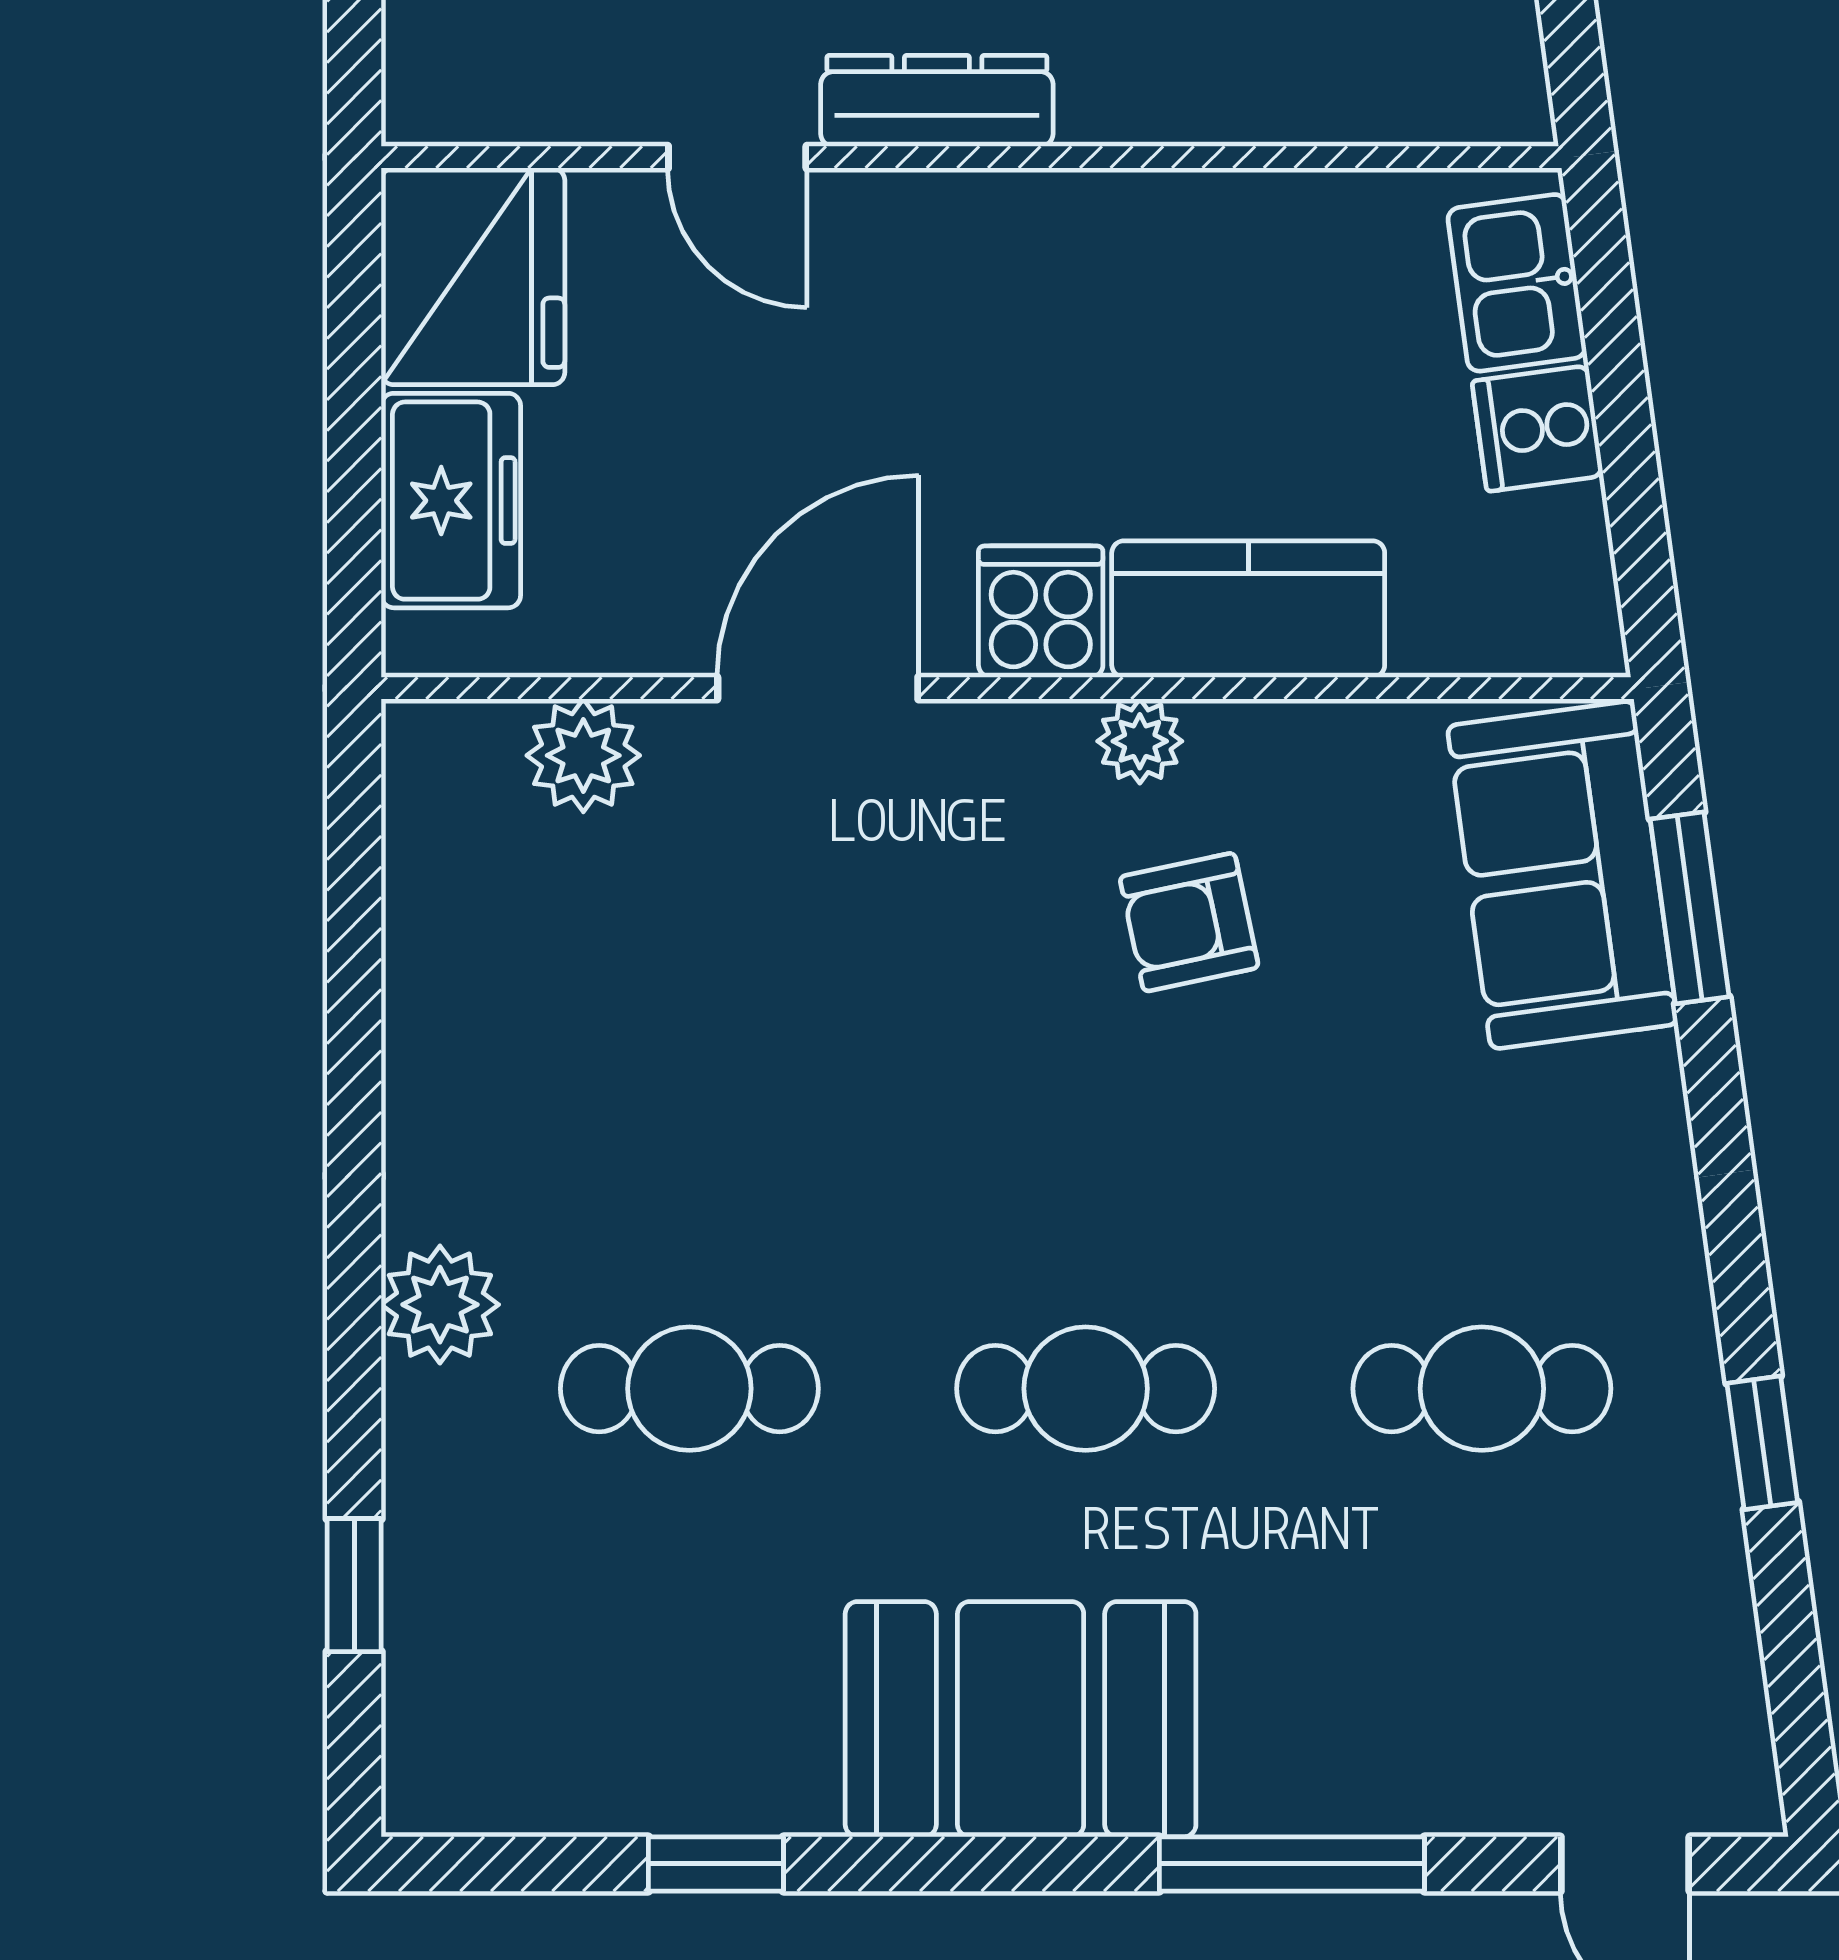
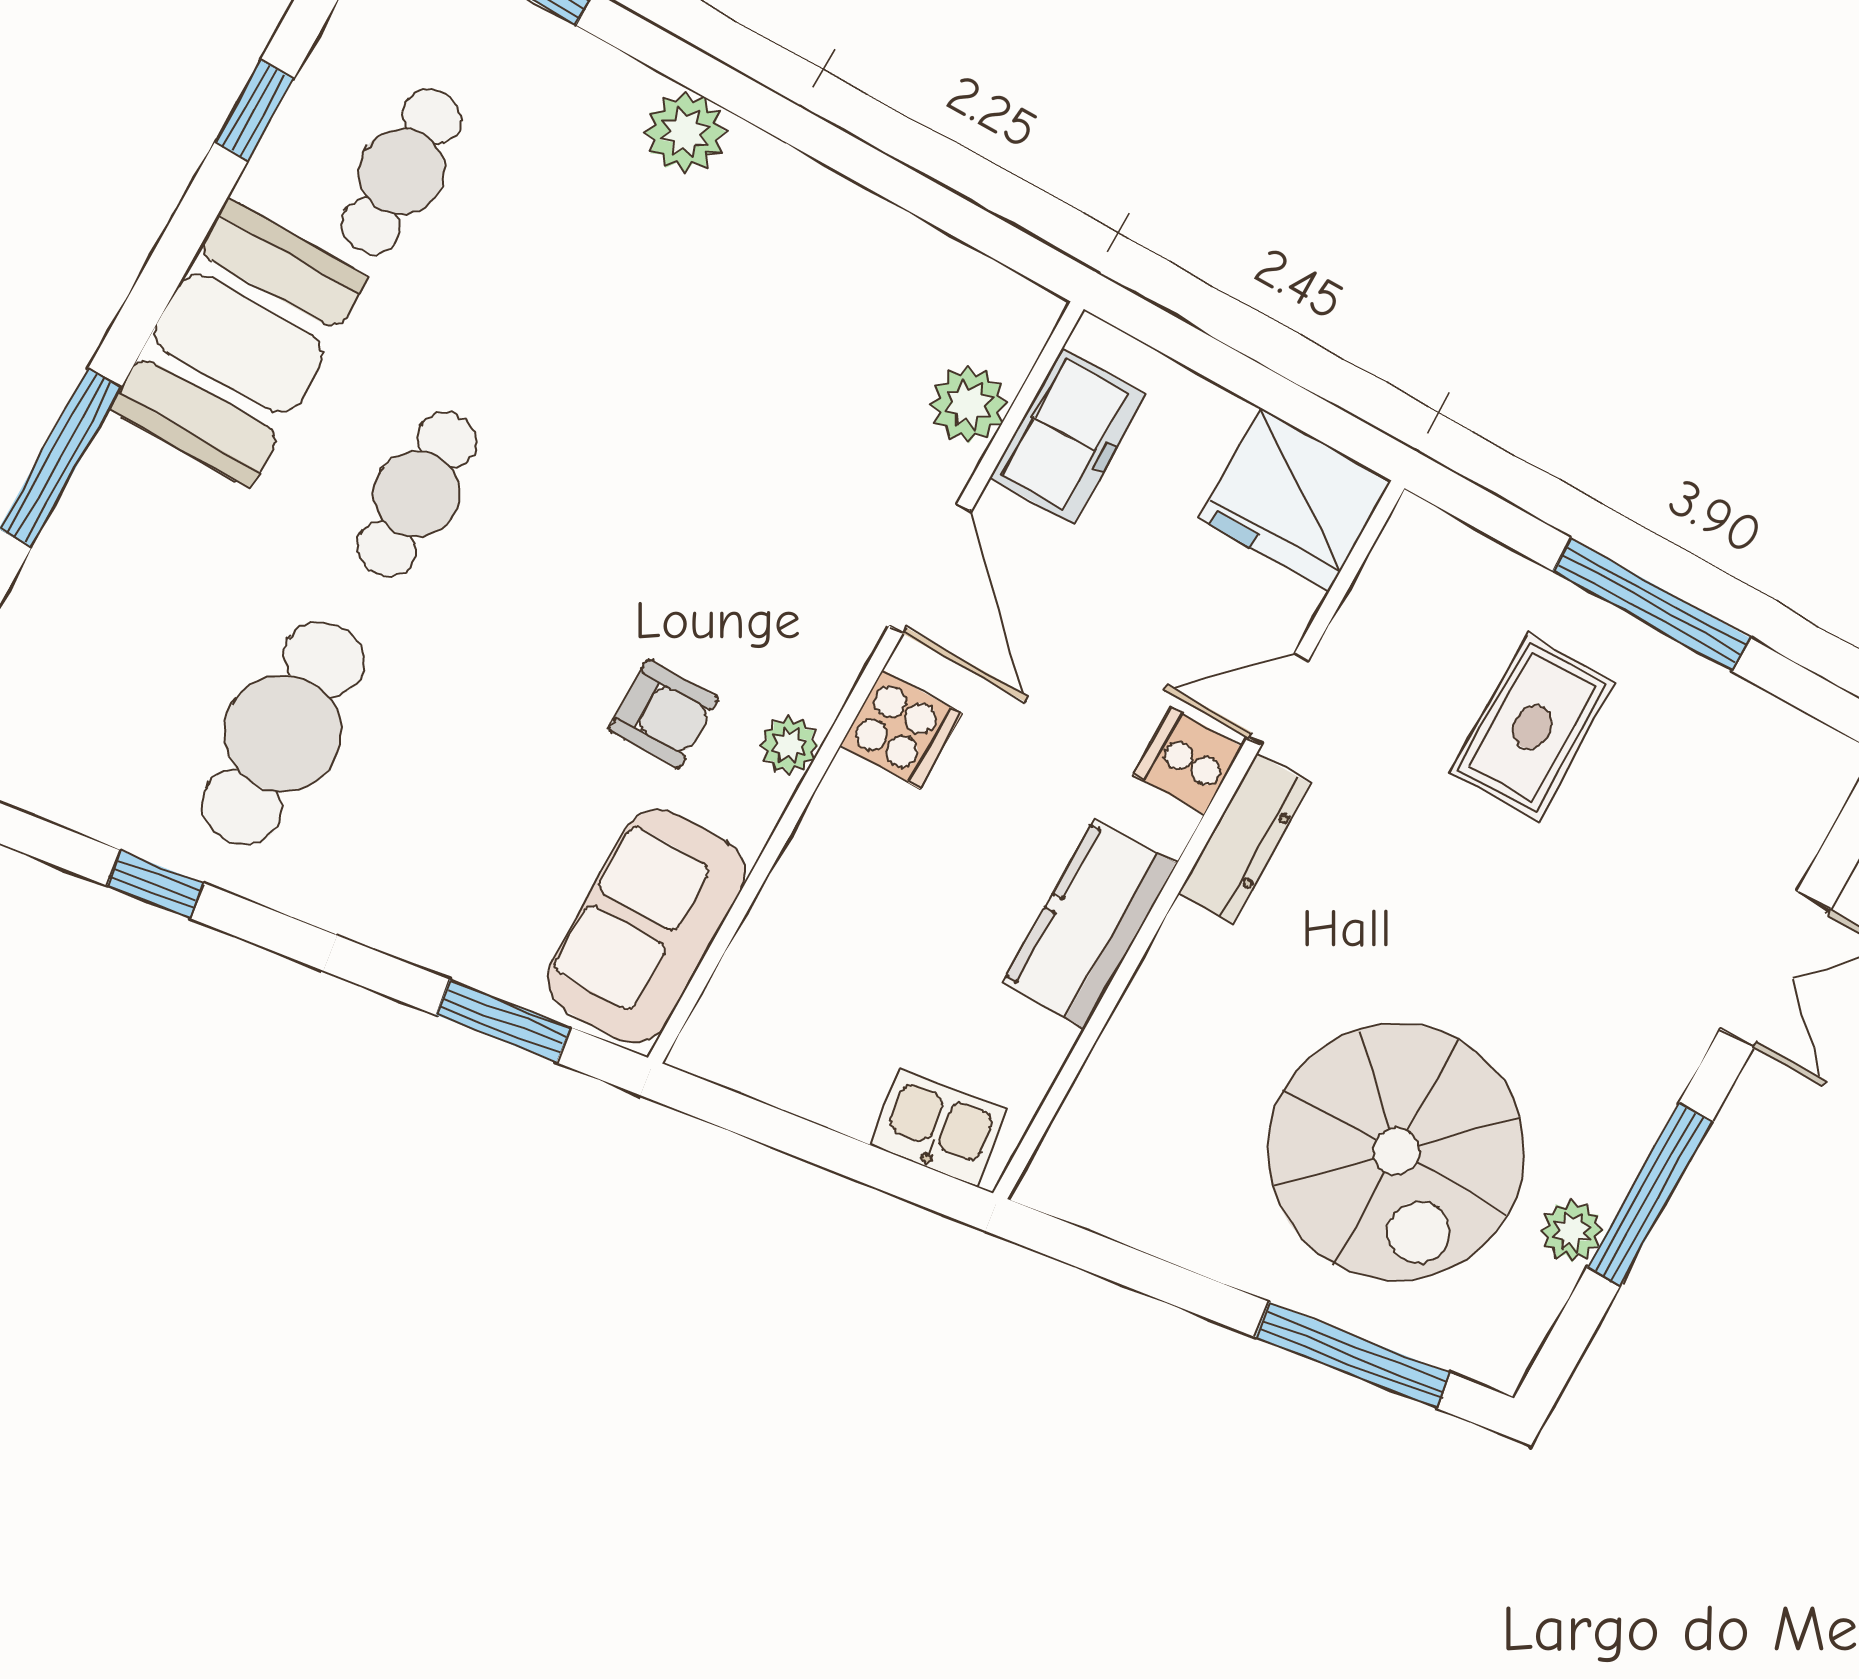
cooker: (1538, 429) -> (1188, 761), moved, turned -82
freezer: (451, 501) -> (1068, 436), moved, turned -90
kitchen counter: (1248, 609) -> (1090, 923), moved, turned 180
sofa: (1562, 875) -> (646, 926), moved, turned -82
armchair: (1189, 922) -> (663, 714), turned 102
cafe table: (689, 1389) -> (401, 172), moved
cafe table: (1482, 1389) -> (283, 733), width x1.37, depth x1.35

